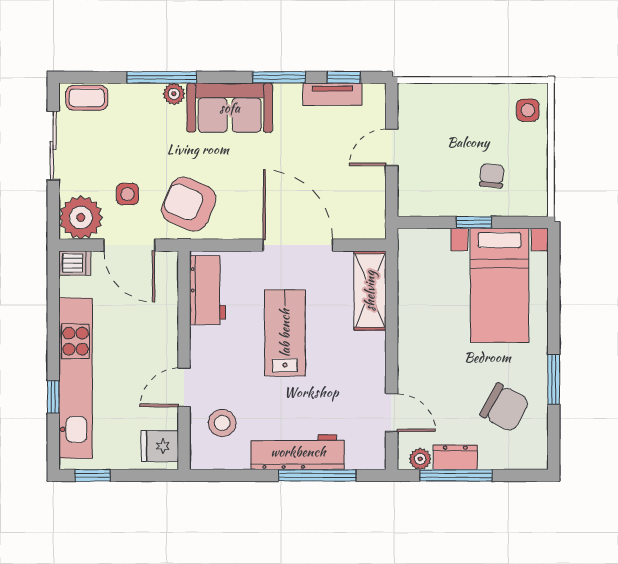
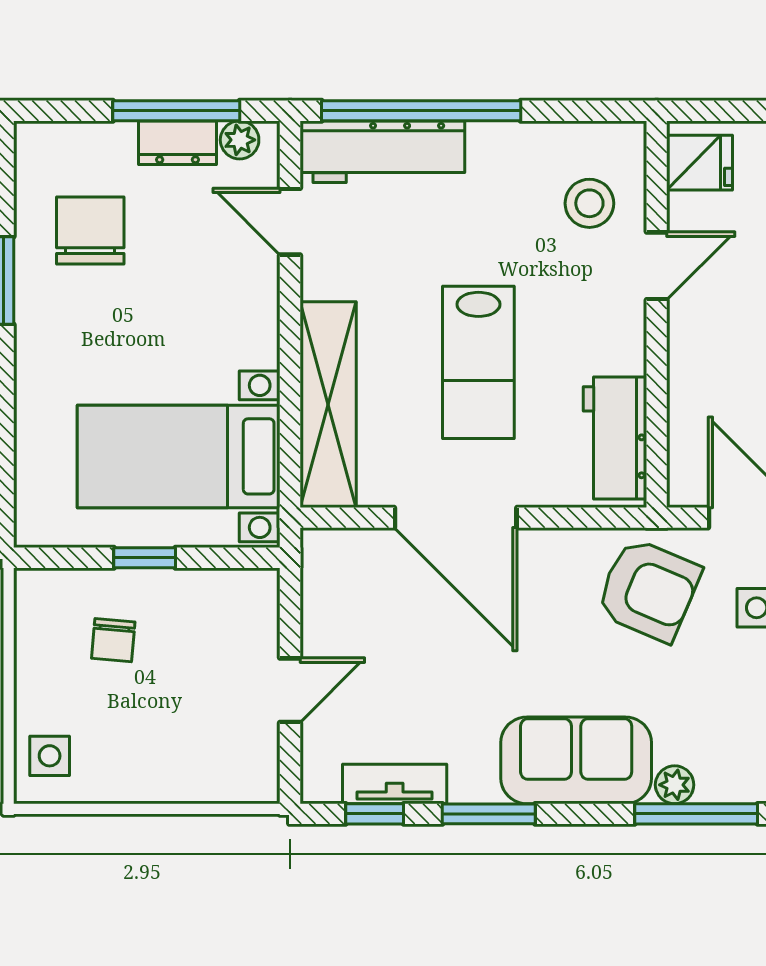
bed with nightstands: (500, 285) -> (179, 456), moved, turned -90
shelving: (370, 291) -> (328, 405), width x1.47
chair: (505, 408) -> (90, 230), turned 61
workbench: (298, 452) -> (382, 152), moved
window: (317, 475) -> (421, 111), width x1.46

